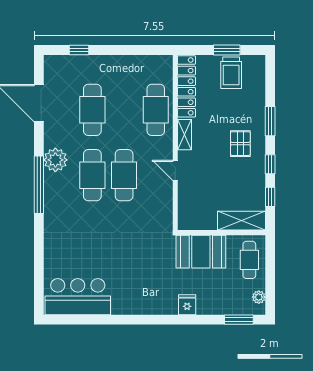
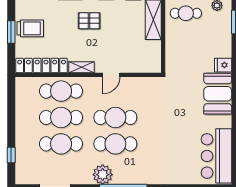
cafe table: (124, 110) -> (61, 117), added
booth: (201, 252) -> (218, 94), moved

